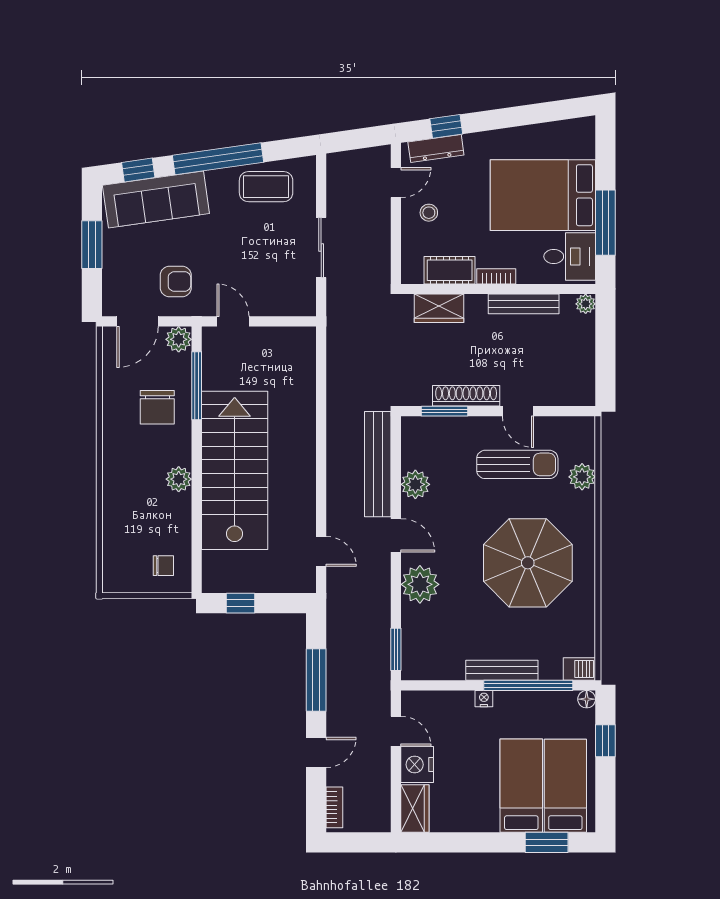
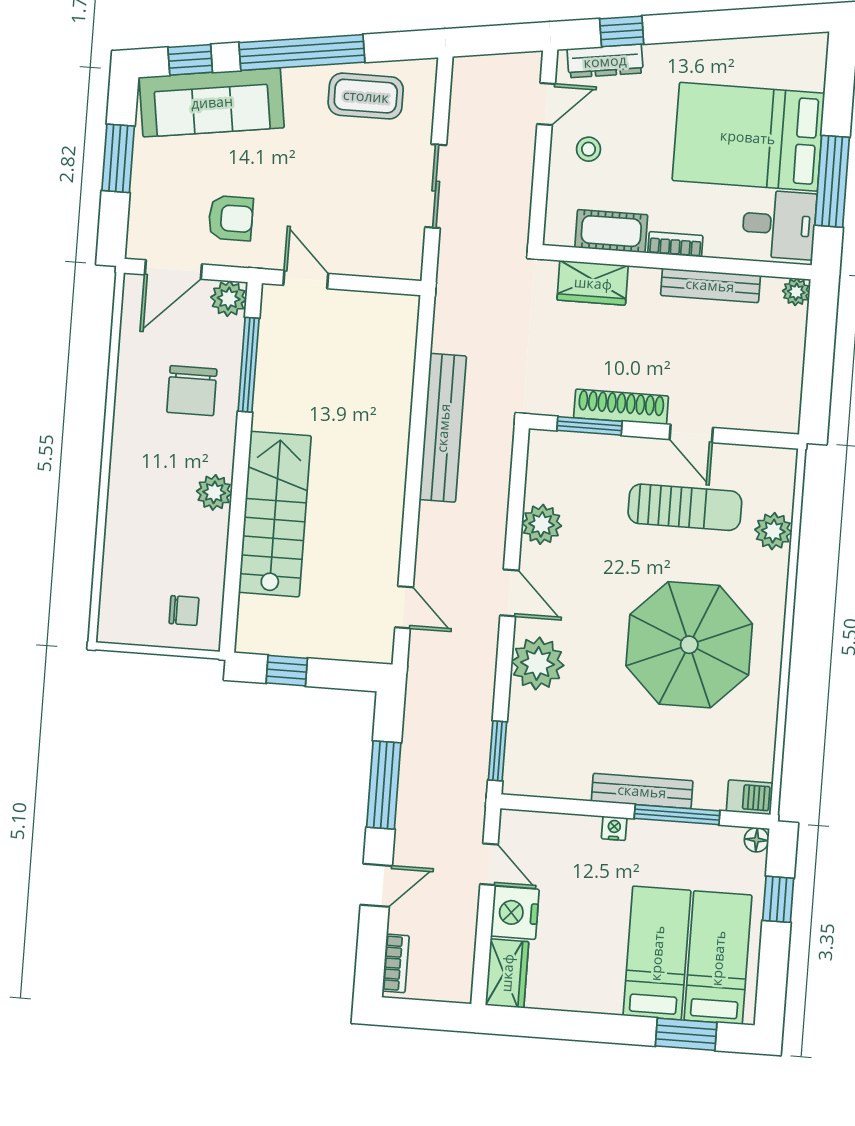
bench: (378, 464) -> (443, 428), moved
stairs: (235, 470) -> (275, 514), width x0.73, depth x0.66
window: (528, 685) -> (677, 815), width x0.68

